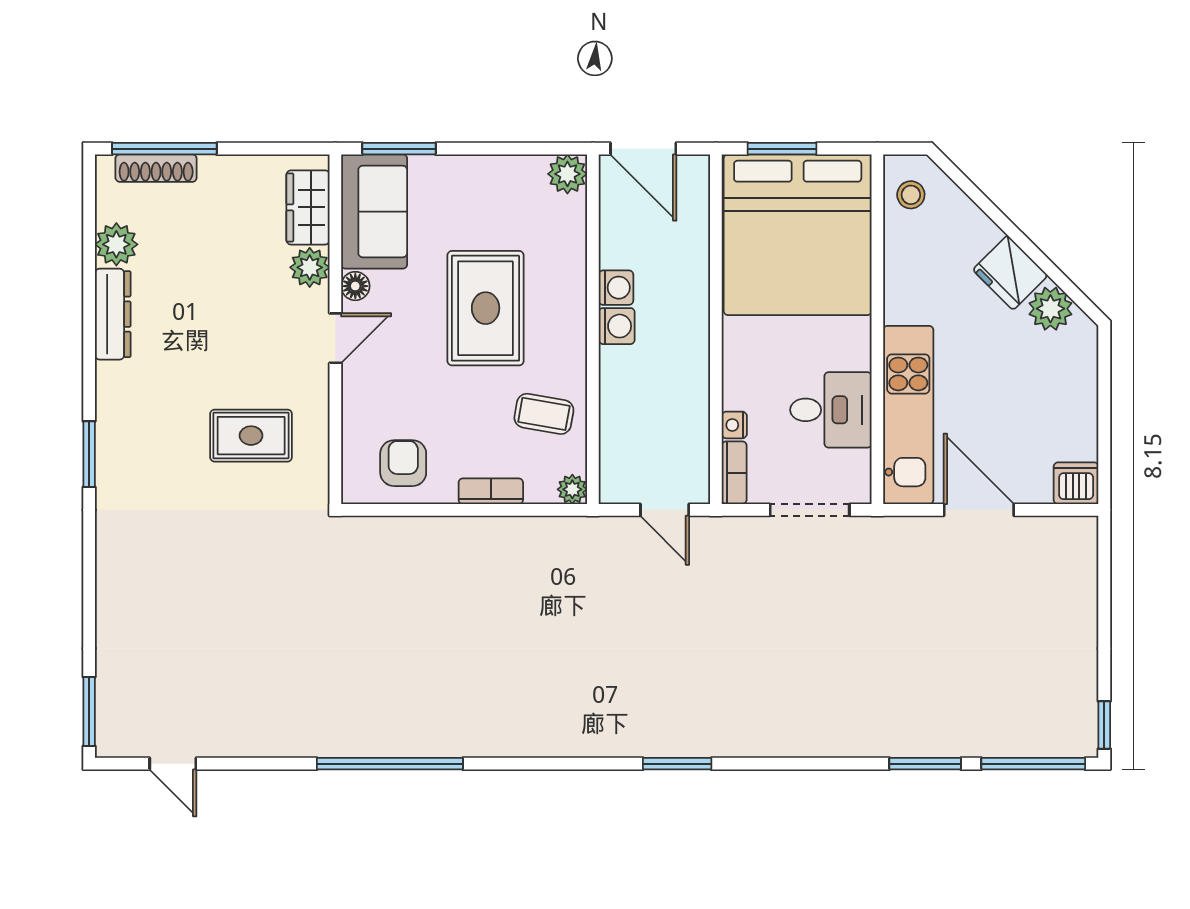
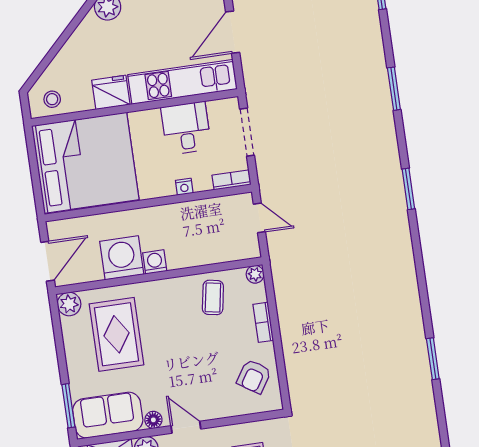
window: (782, 149) -> (36, 179), removed
fridge: (1010, 273) -> (111, 92), moved, turned -135
washing machine: (616, 288) -> (122, 258), width x1.89, depth x1.89
rug: (486, 308) -> (117, 334), moved, turned 90
nightstand: (734, 425) -> (184, 187), moved
armchair: (403, 463) -> (254, 376), turned -57
door: (665, 510) -> (259, 218), hinge flipped
window: (390, 764) -> (433, 359), width x0.47
window: (925, 764) -> (394, 89), moved

